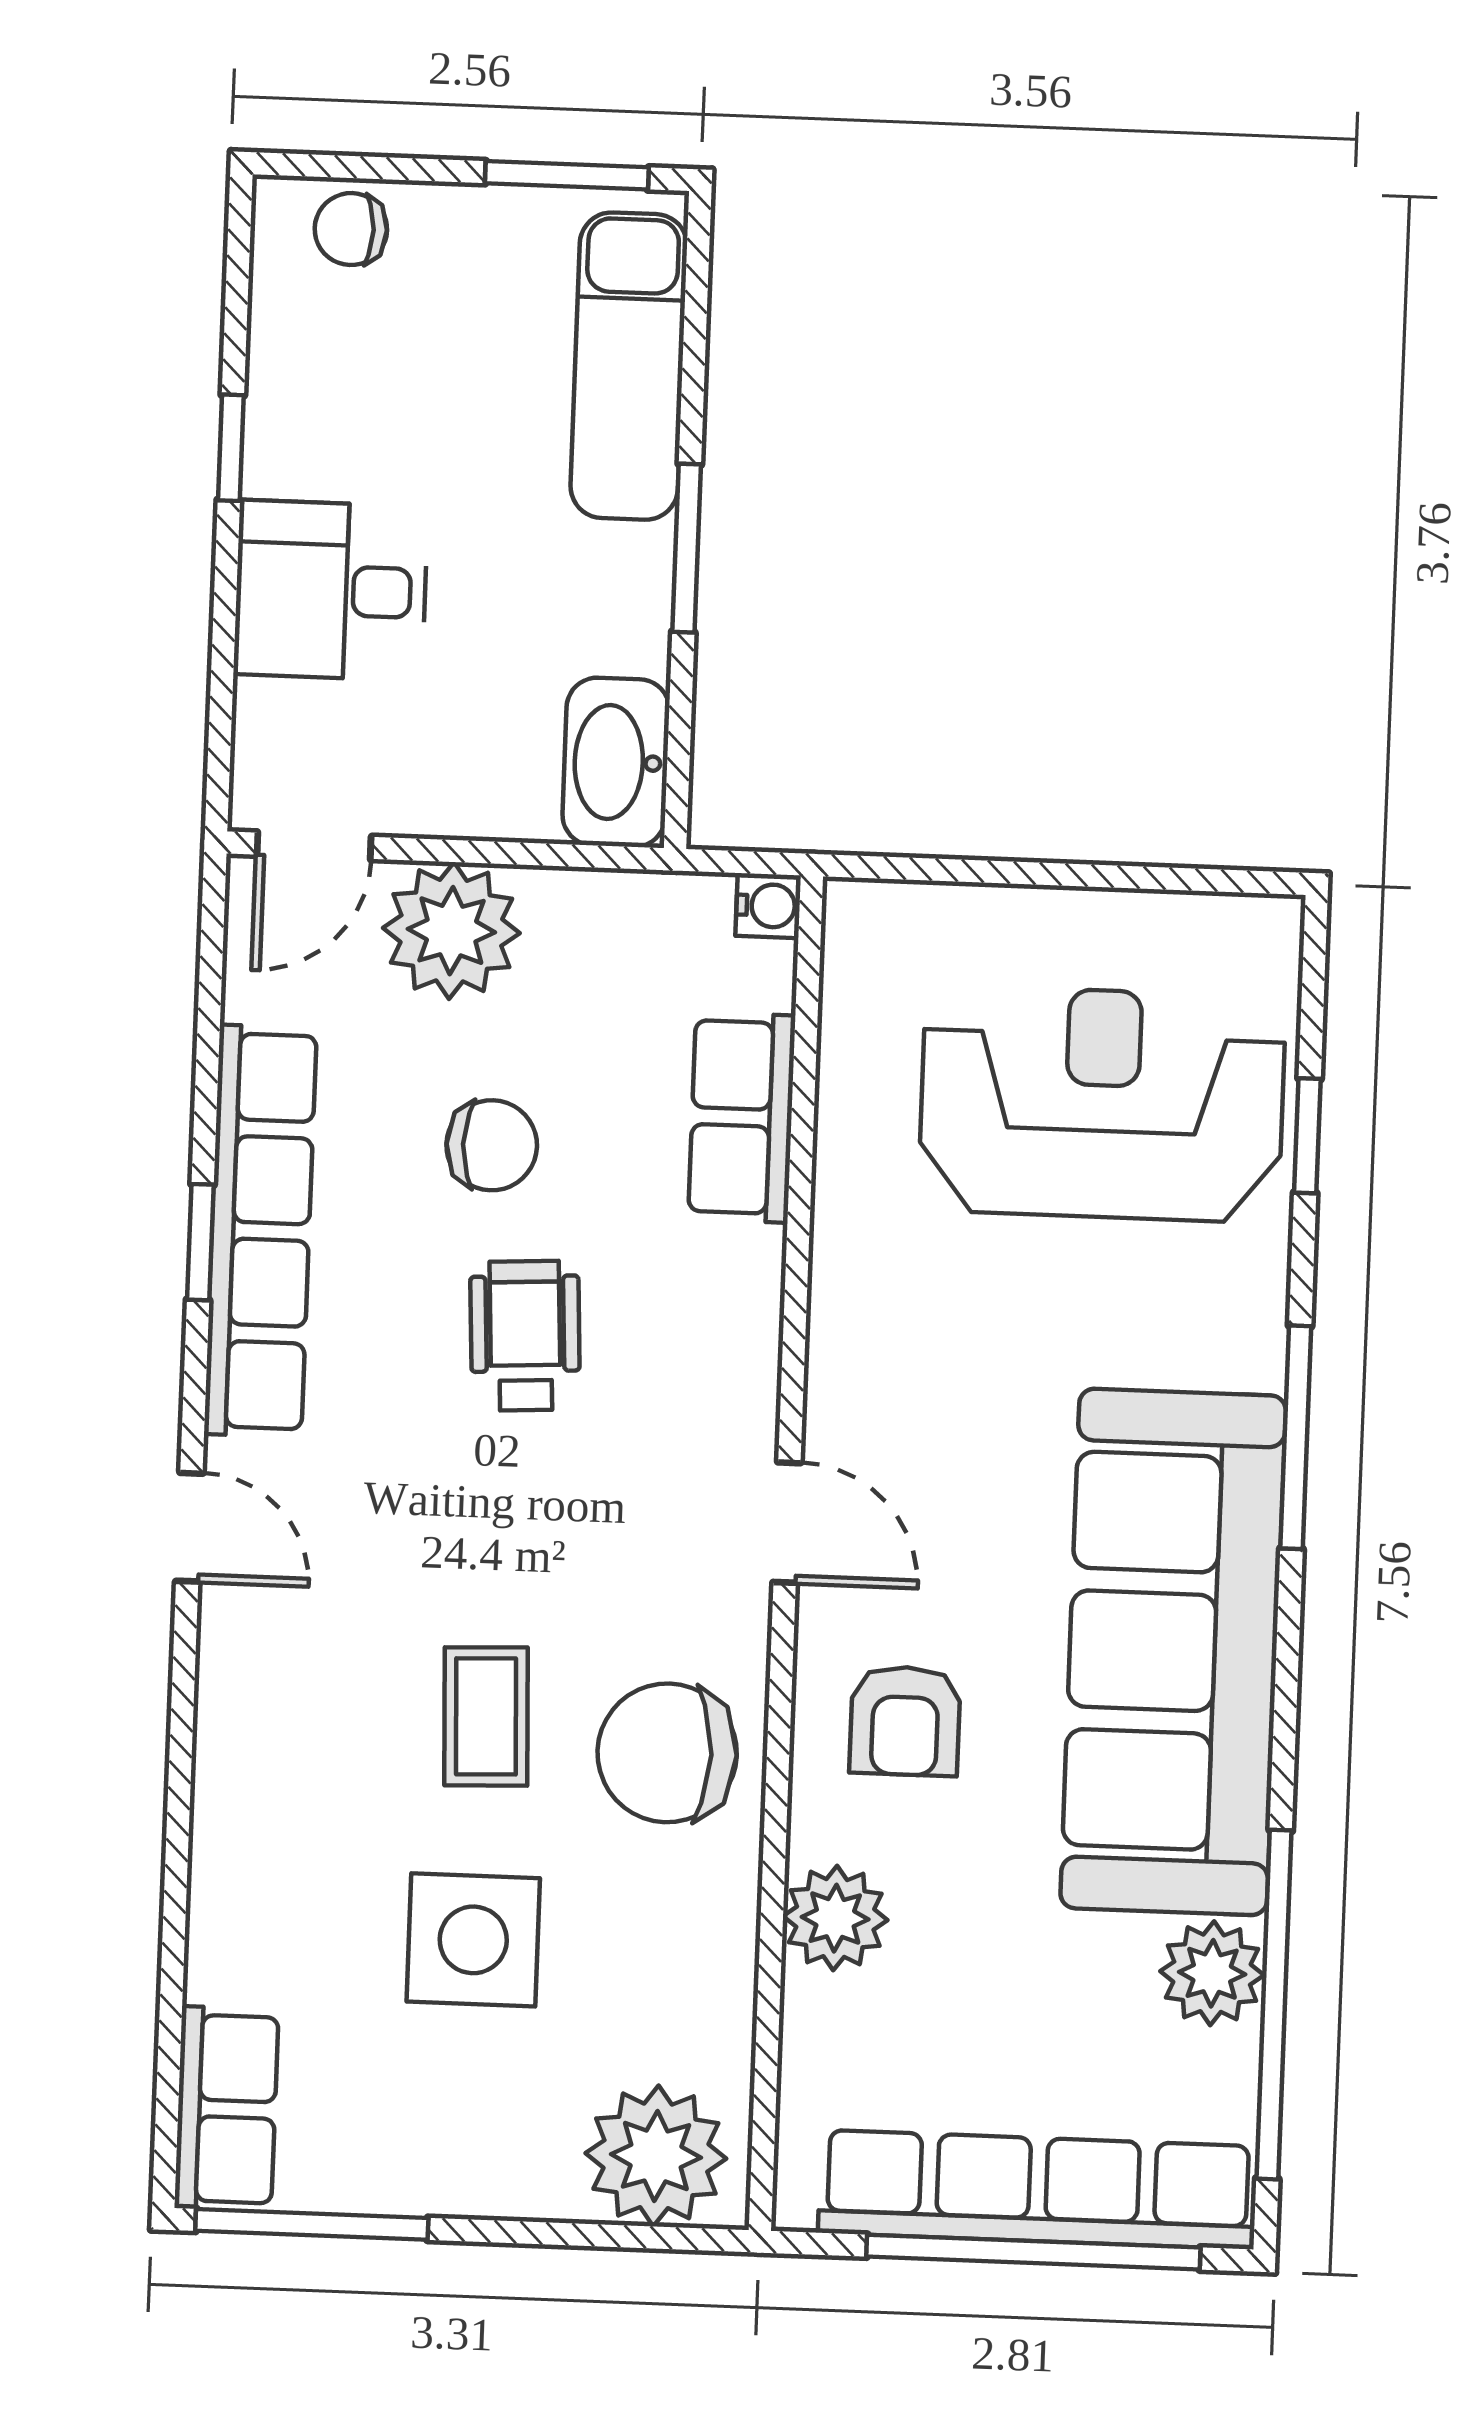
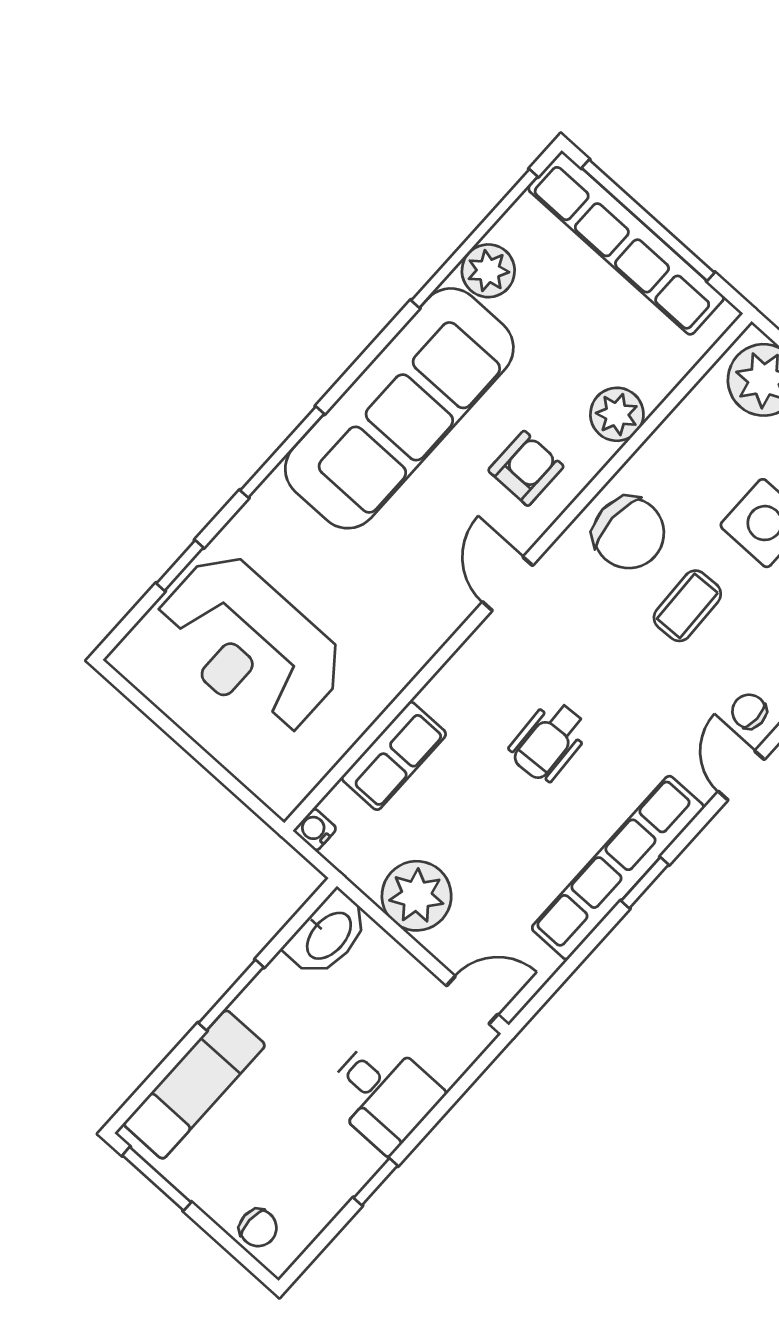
plant: (451, 931) -> (417, 896), moved
chair: (492, 1145) -> (749, 711), moved, width x0.73, depth x0.73

